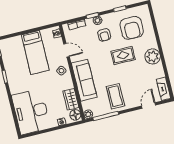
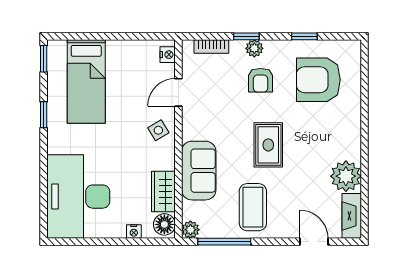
armchair: (132, 28) -> (318, 80), turned 90
door: (66, 50) -> (178, 92), swing flipped
bed: (35, 52) -> (86, 81), moved
rug: (123, 55) -> (268, 145), moved, turned 90
plant: (153, 57) -> (346, 176), moved
sofa: (84, 80) -> (199, 171), width x0.73
door: (149, 106) -> (314, 242), hinge flipped

